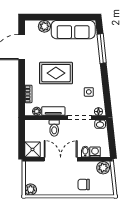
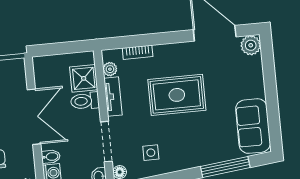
plant: (44, 26) -> (251, 45), moved
sofa: (73, 30) -> (253, 126), width x0.73
rug: (56, 73) -> (177, 95), turned 90
shower: (32, 149) -> (84, 78), moved

